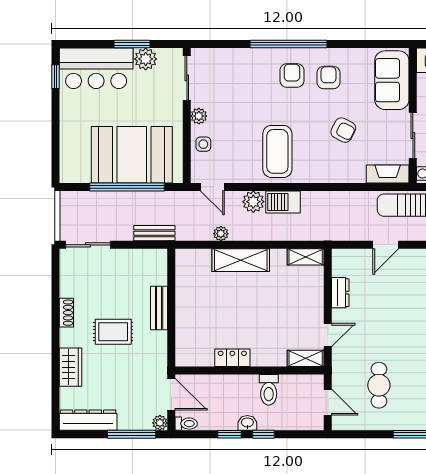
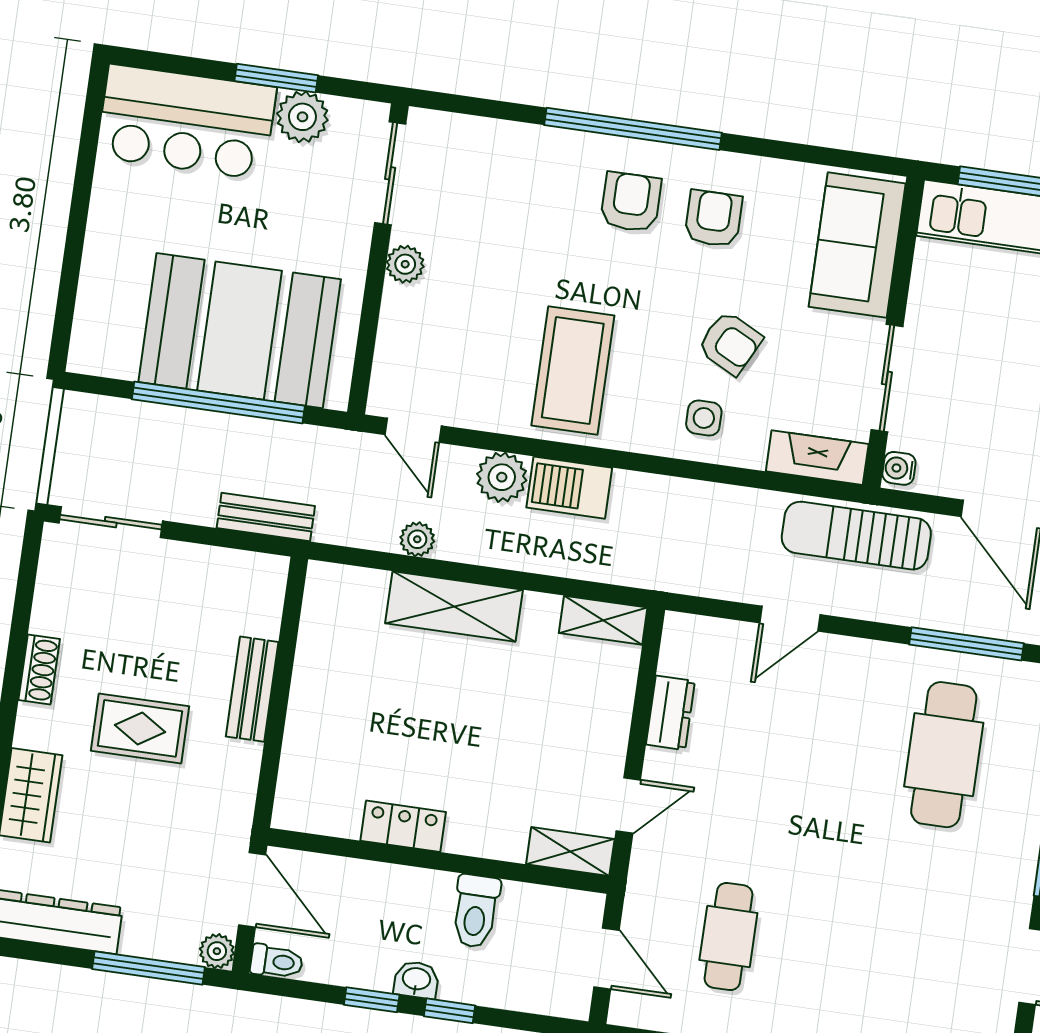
window: (55, 77) -> (91, 128), removed
side table: (203, 144) -> (704, 418), moved

